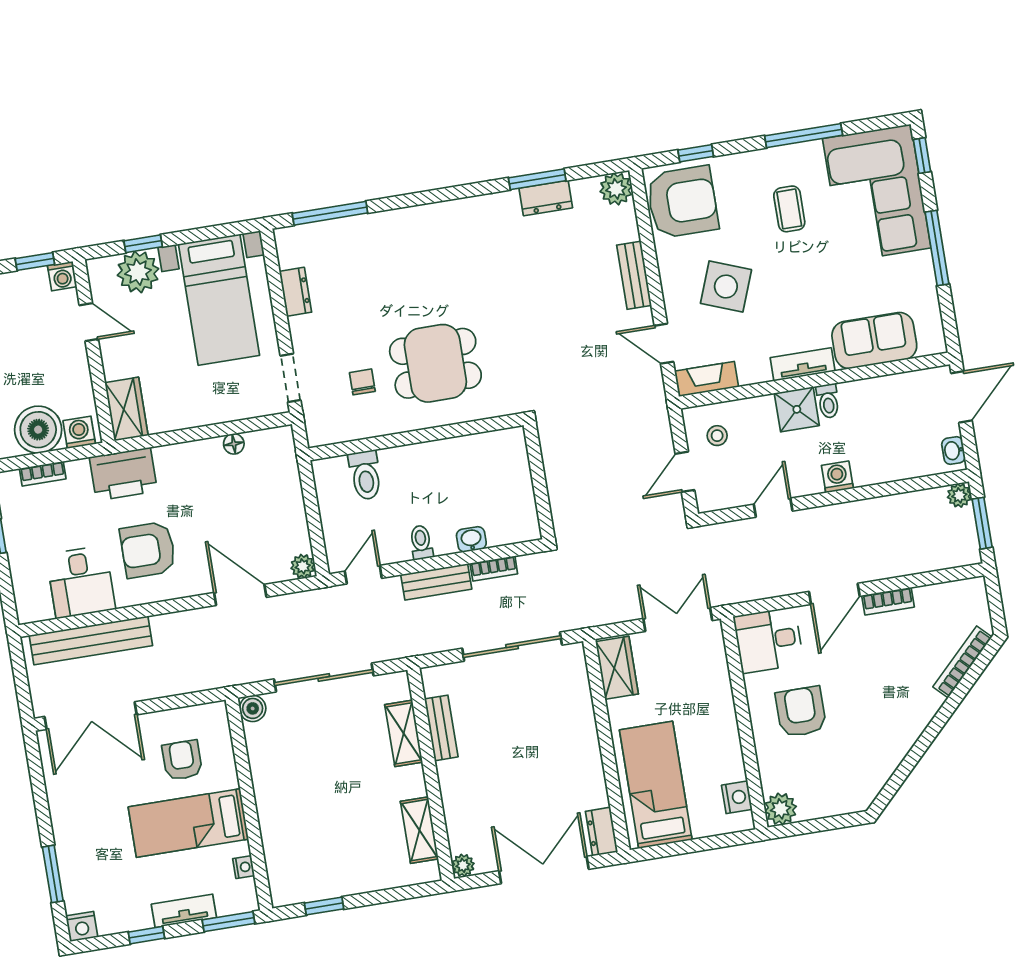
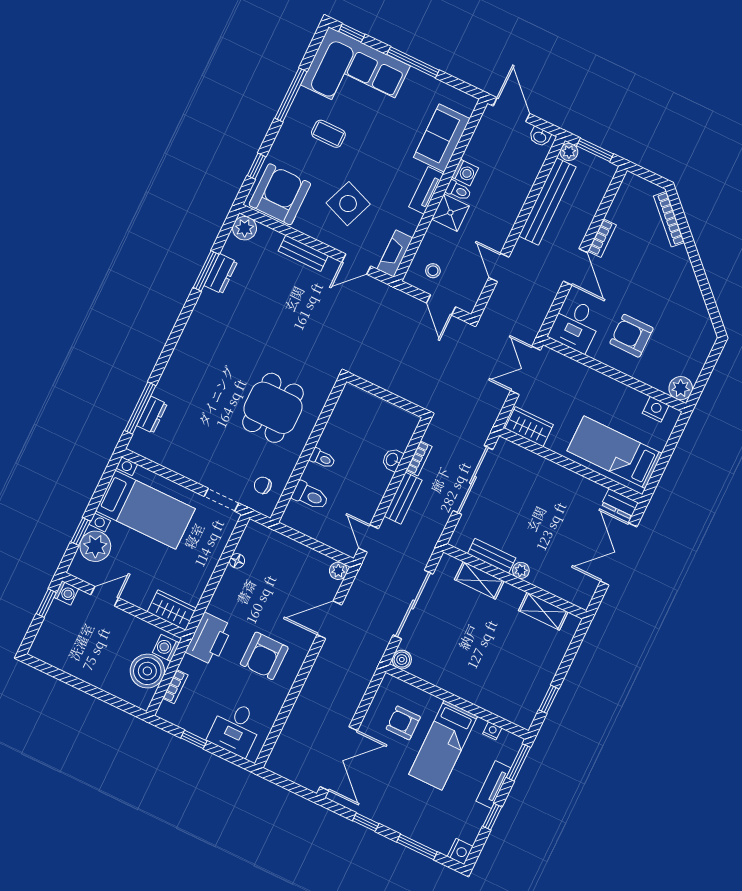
dresser: (295, 292) -> (152, 415), moved, turned 90
chair: (362, 382) -> (263, 485), moved
washing machine: (837, 477) -> (465, 173), moved, turned 180
toilet: (421, 542) -> (322, 458), moved, turned 180
desk: (81, 582) -> (236, 729), moved, turned 90
bench: (91, 640) -> (547, 201), moved
window: (40, 796) -> (366, 822), added
plant: (463, 865) -> (521, 570), moved

